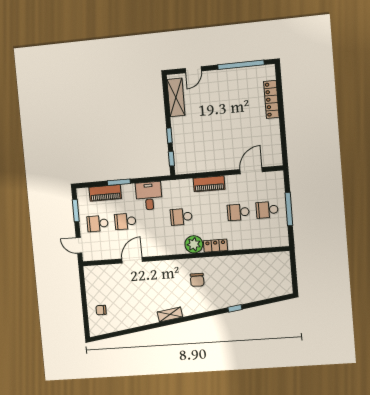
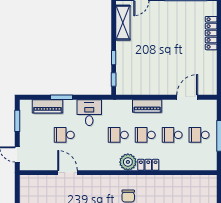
school desk: (98, 224) -> (145, 135), moved
door: (132, 260) -> (68, 173), hinge flipped

